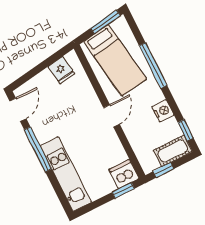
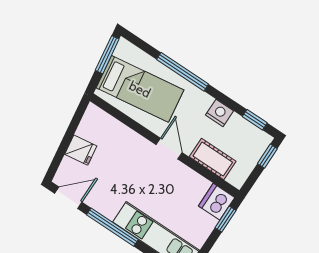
fridge: (61, 70) -> (81, 150), moved
door: (18, 110) -> (68, 198), hinge flipped
cot: (173, 151) -> (213, 159), moved, turned 90
window: (163, 170) -> (267, 156), moved

